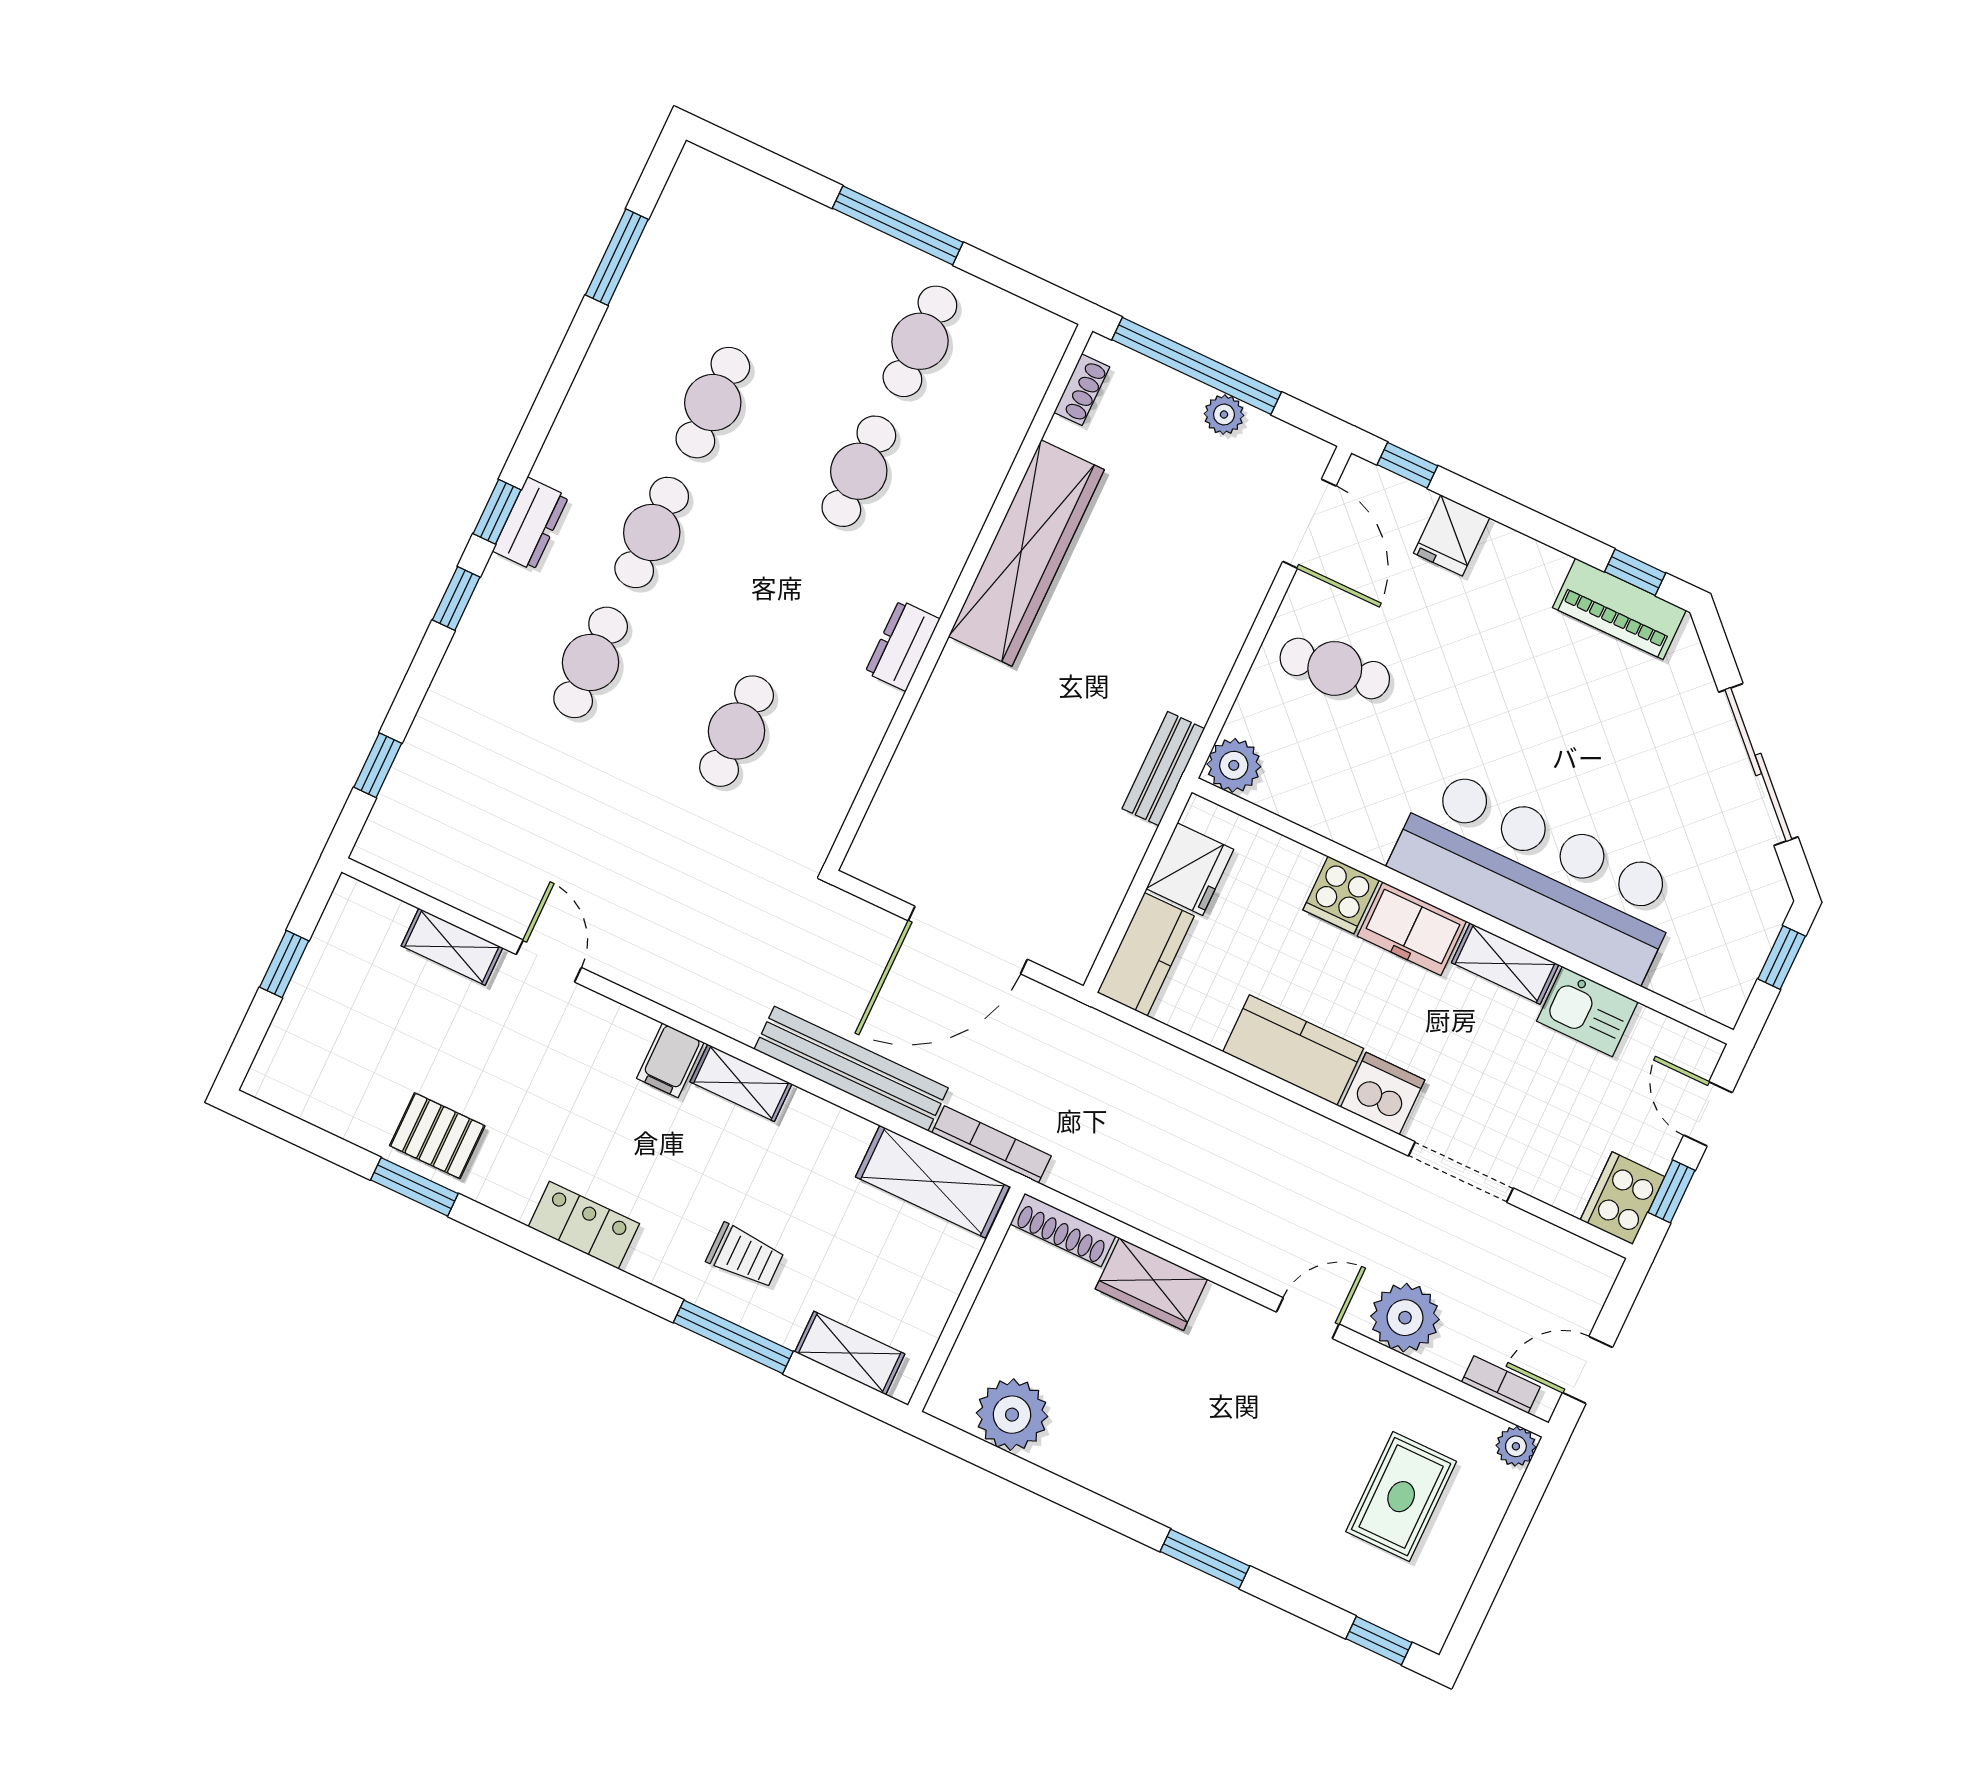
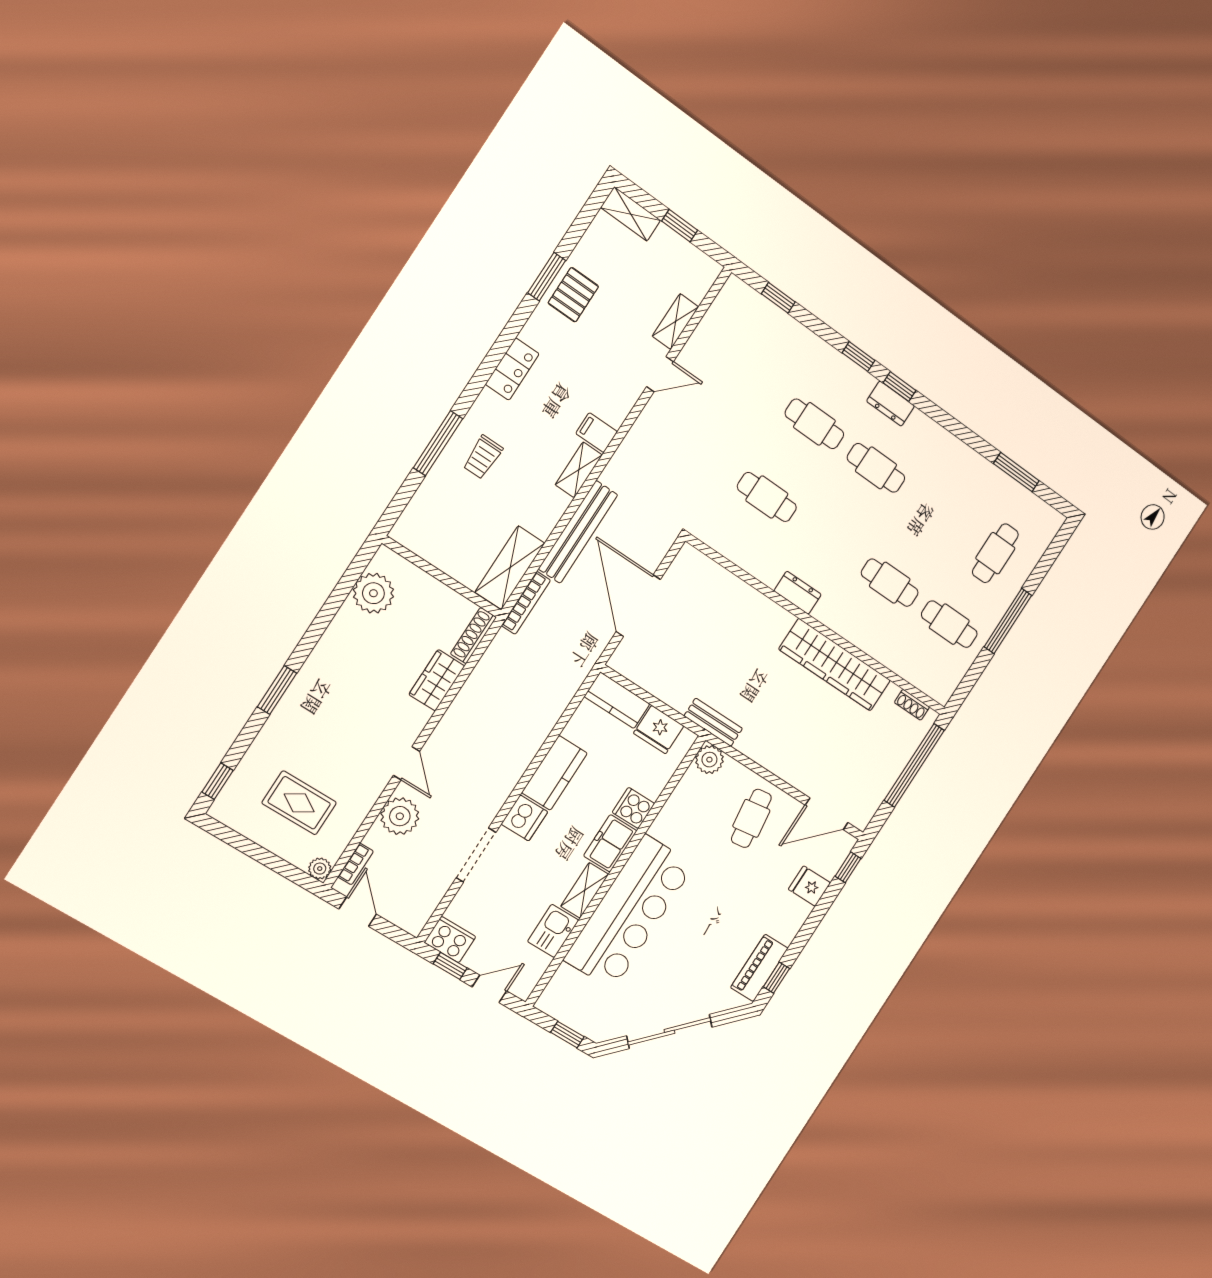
cafe table: (713, 403) -> (995, 553), moved, turned 90
plant: (1224, 415) -> (888, 776), removed
shelving: (850, 1353) -> (631, 214), moved, turned 90

